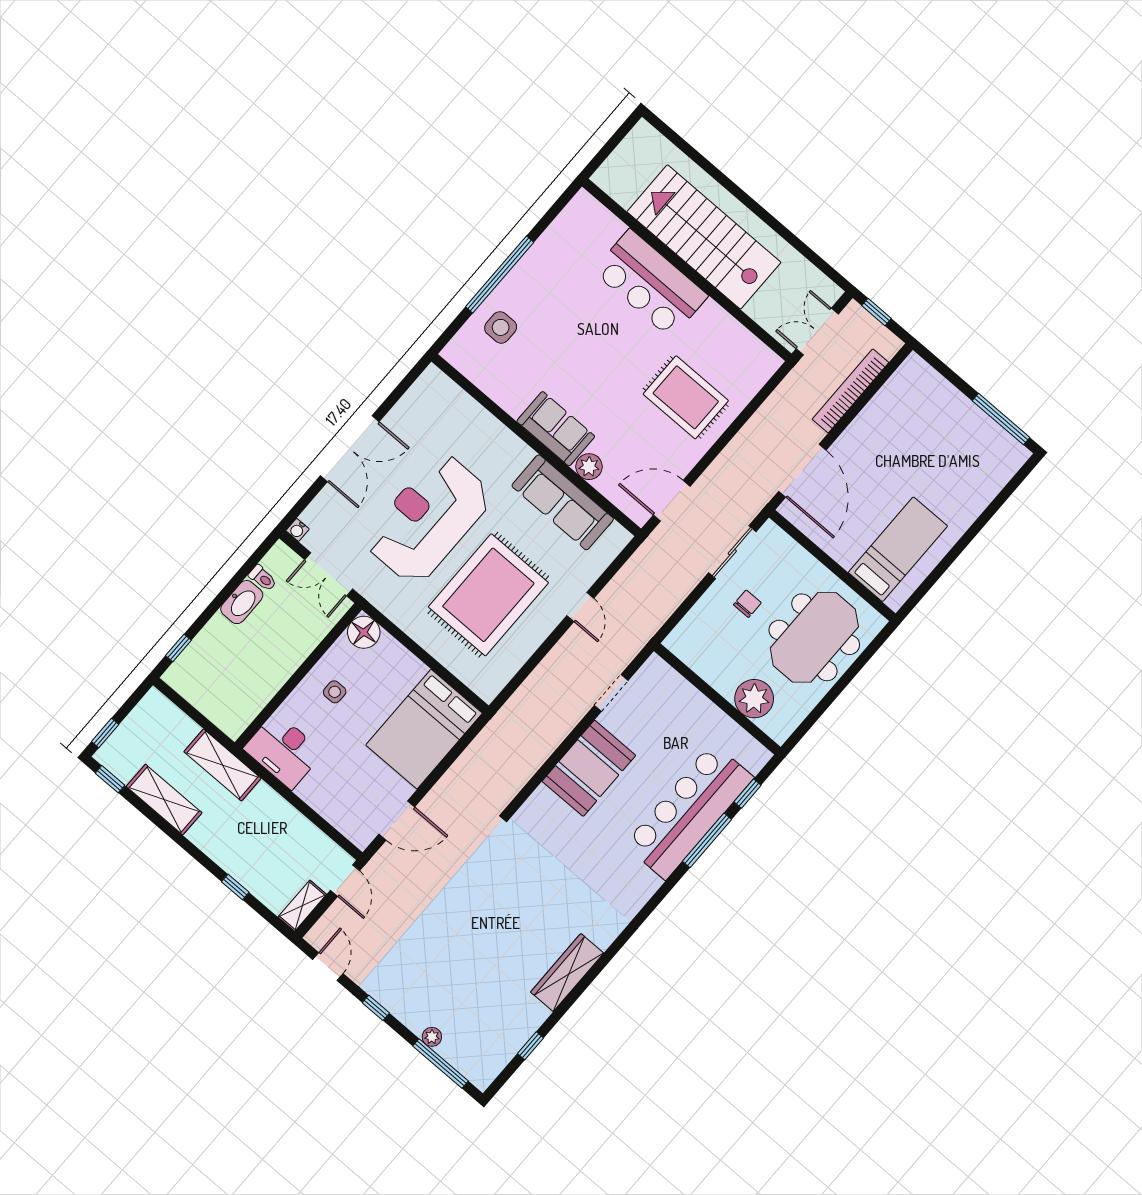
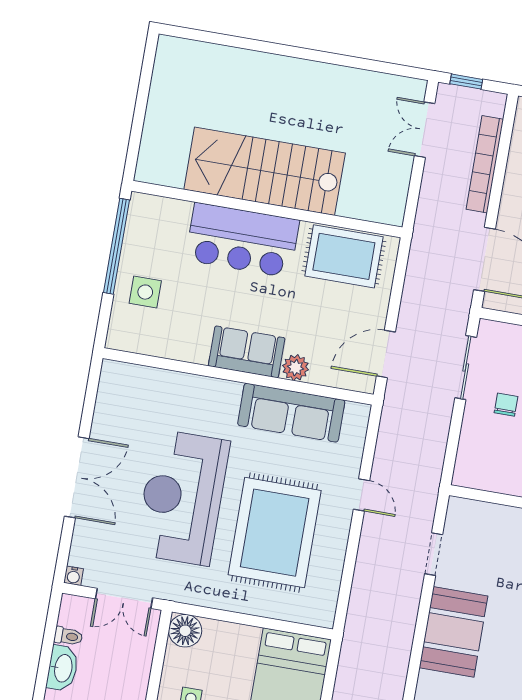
stairs: (704, 237) -> (265, 171), moved
wall: (687, 270) -> (267, 209), moved
bar counter: (650, 284) -> (242, 240), moved

